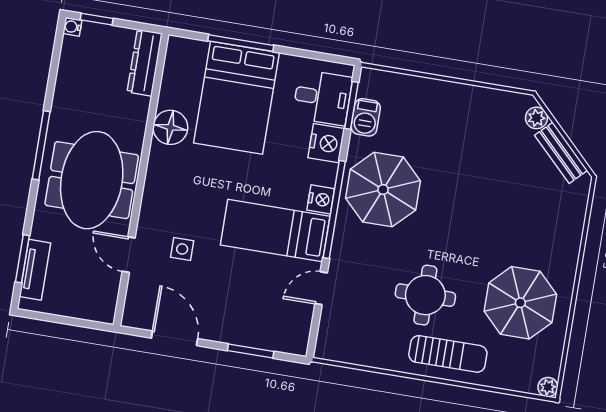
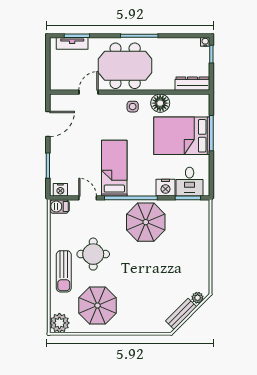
barbecue: (366, 117) -> (59, 206), moved
nightstand: (321, 199) -> (60, 190), moved
side table: (182, 249) -> (133, 107), moved
plant: (548, 387) -> (59, 323), width x1.88, depth x1.88

